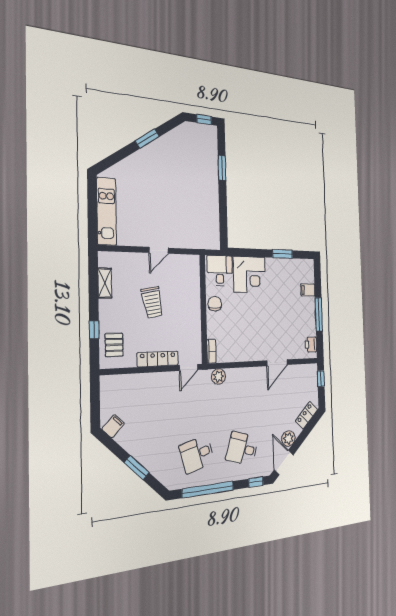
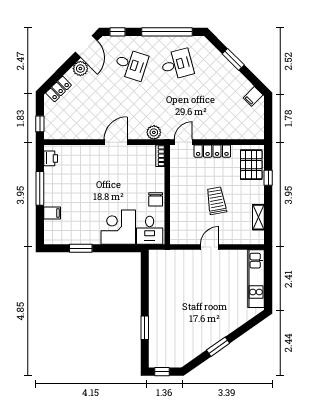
pallet: (114, 345) -> (251, 165), width x1.50, depth x1.42
door: (277, 363) -> (116, 142), moved

